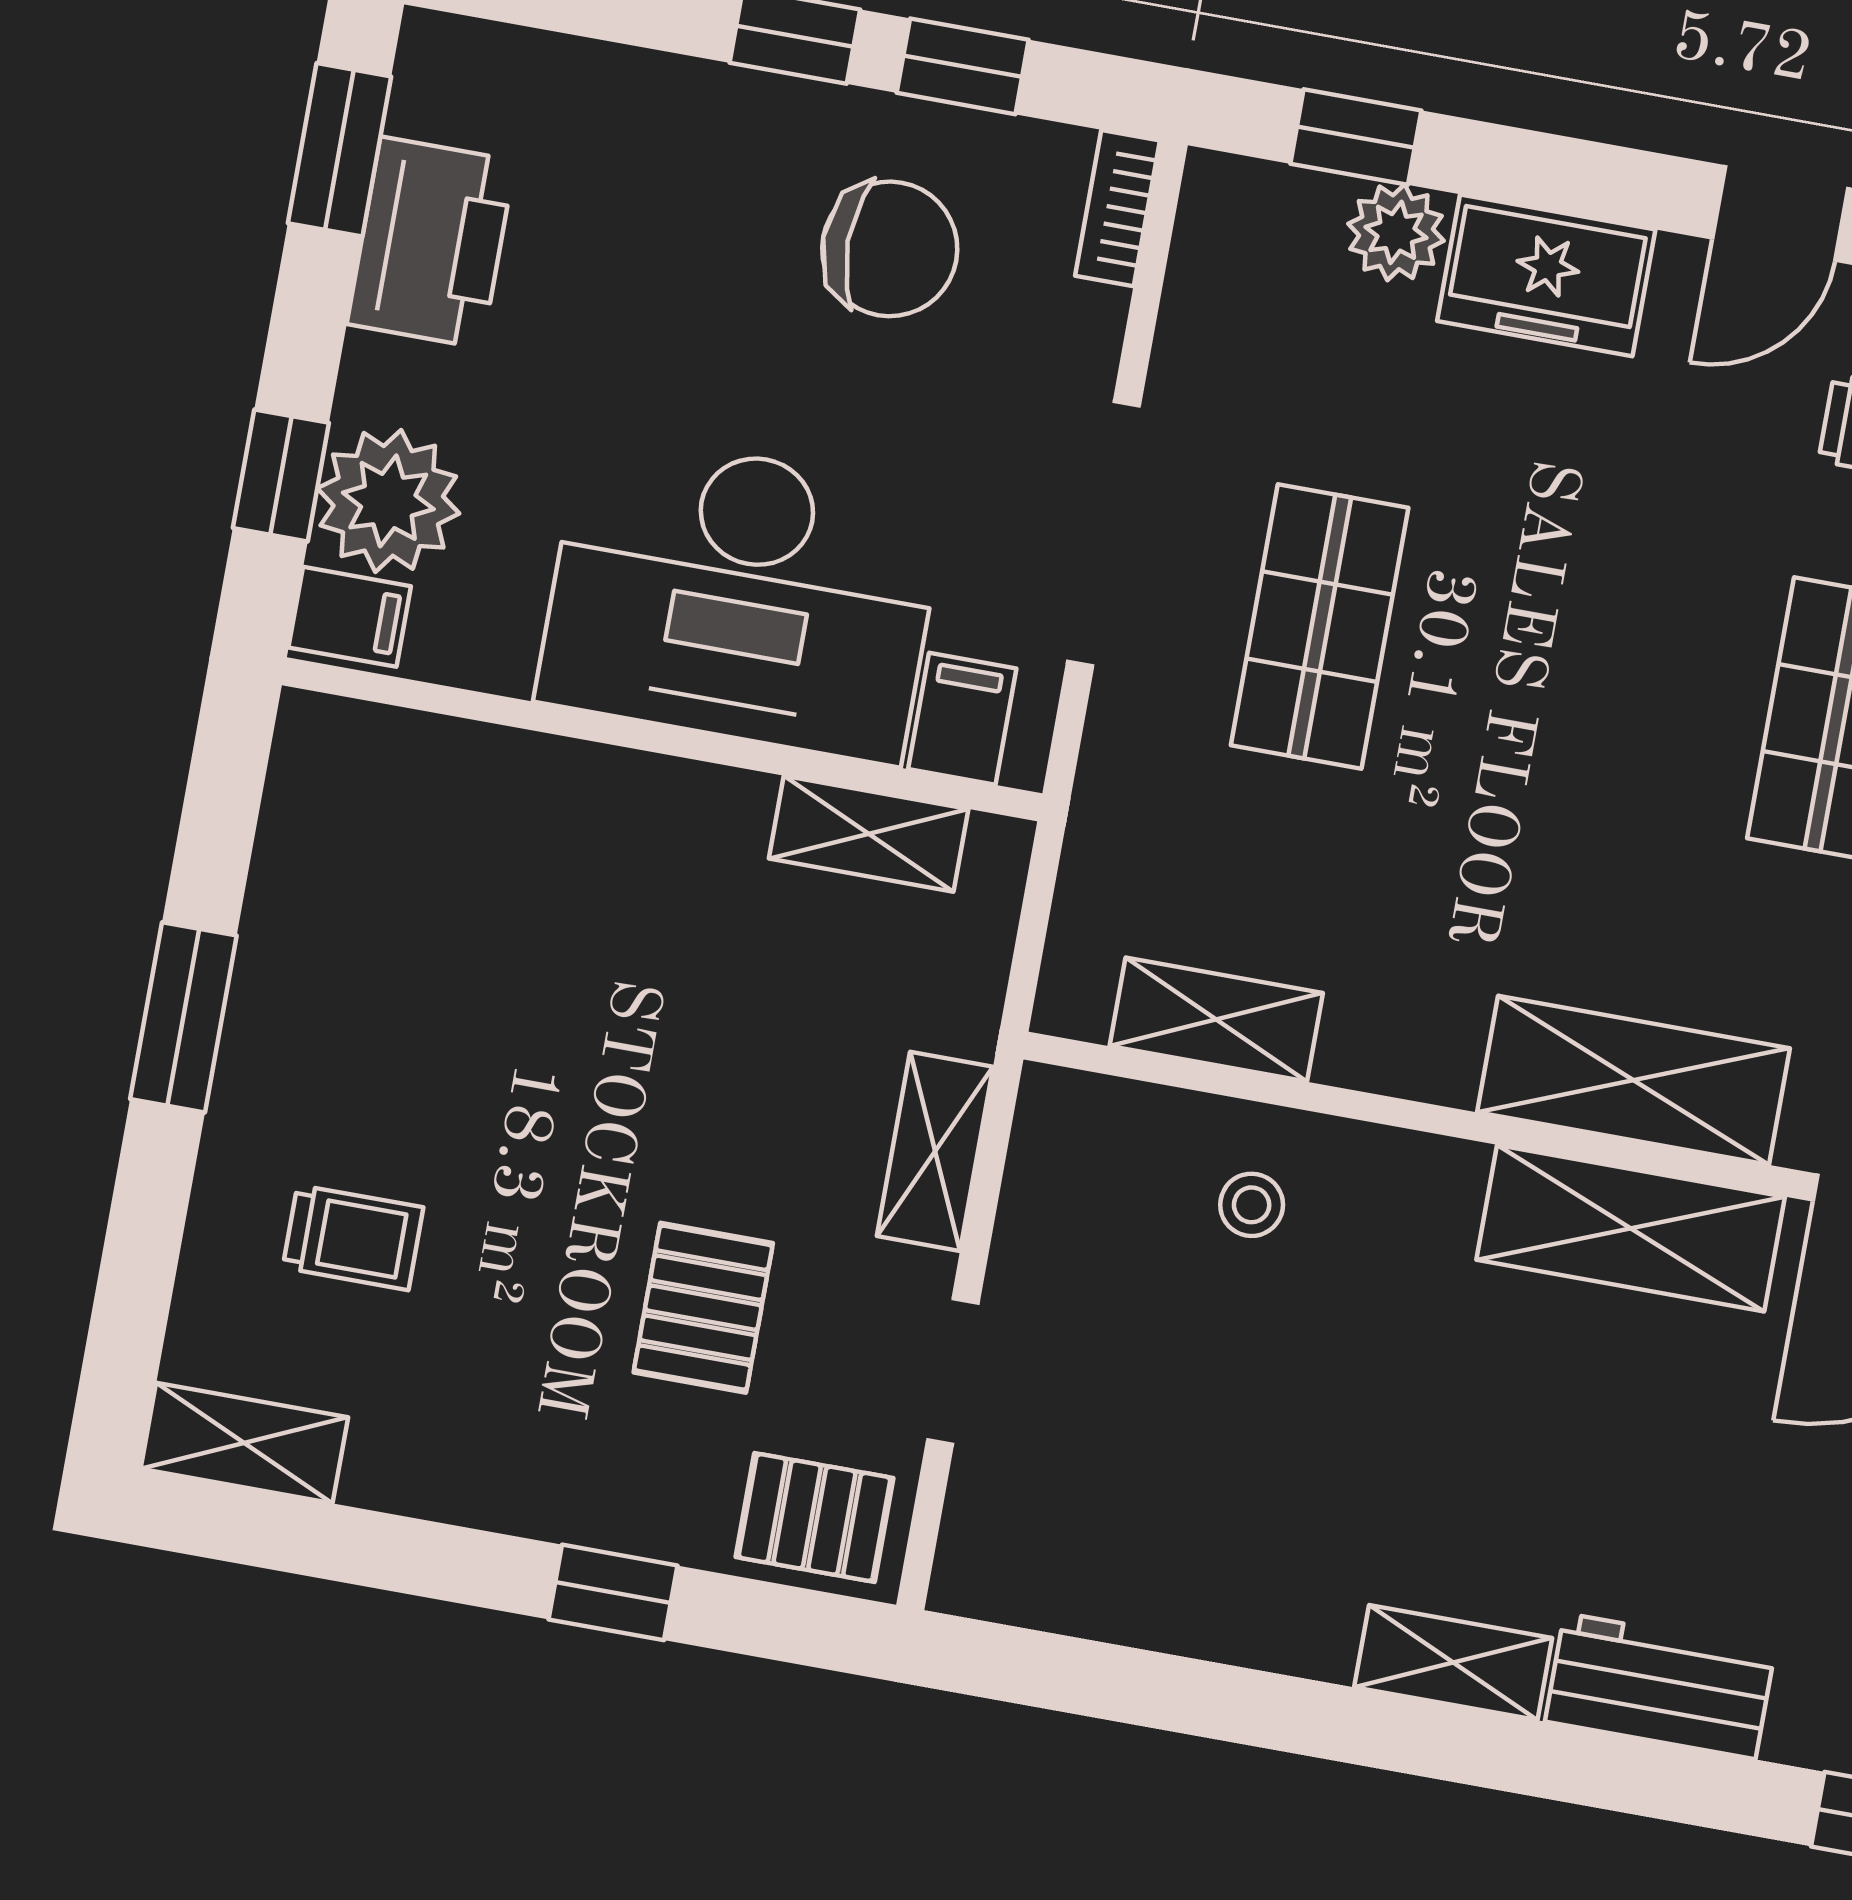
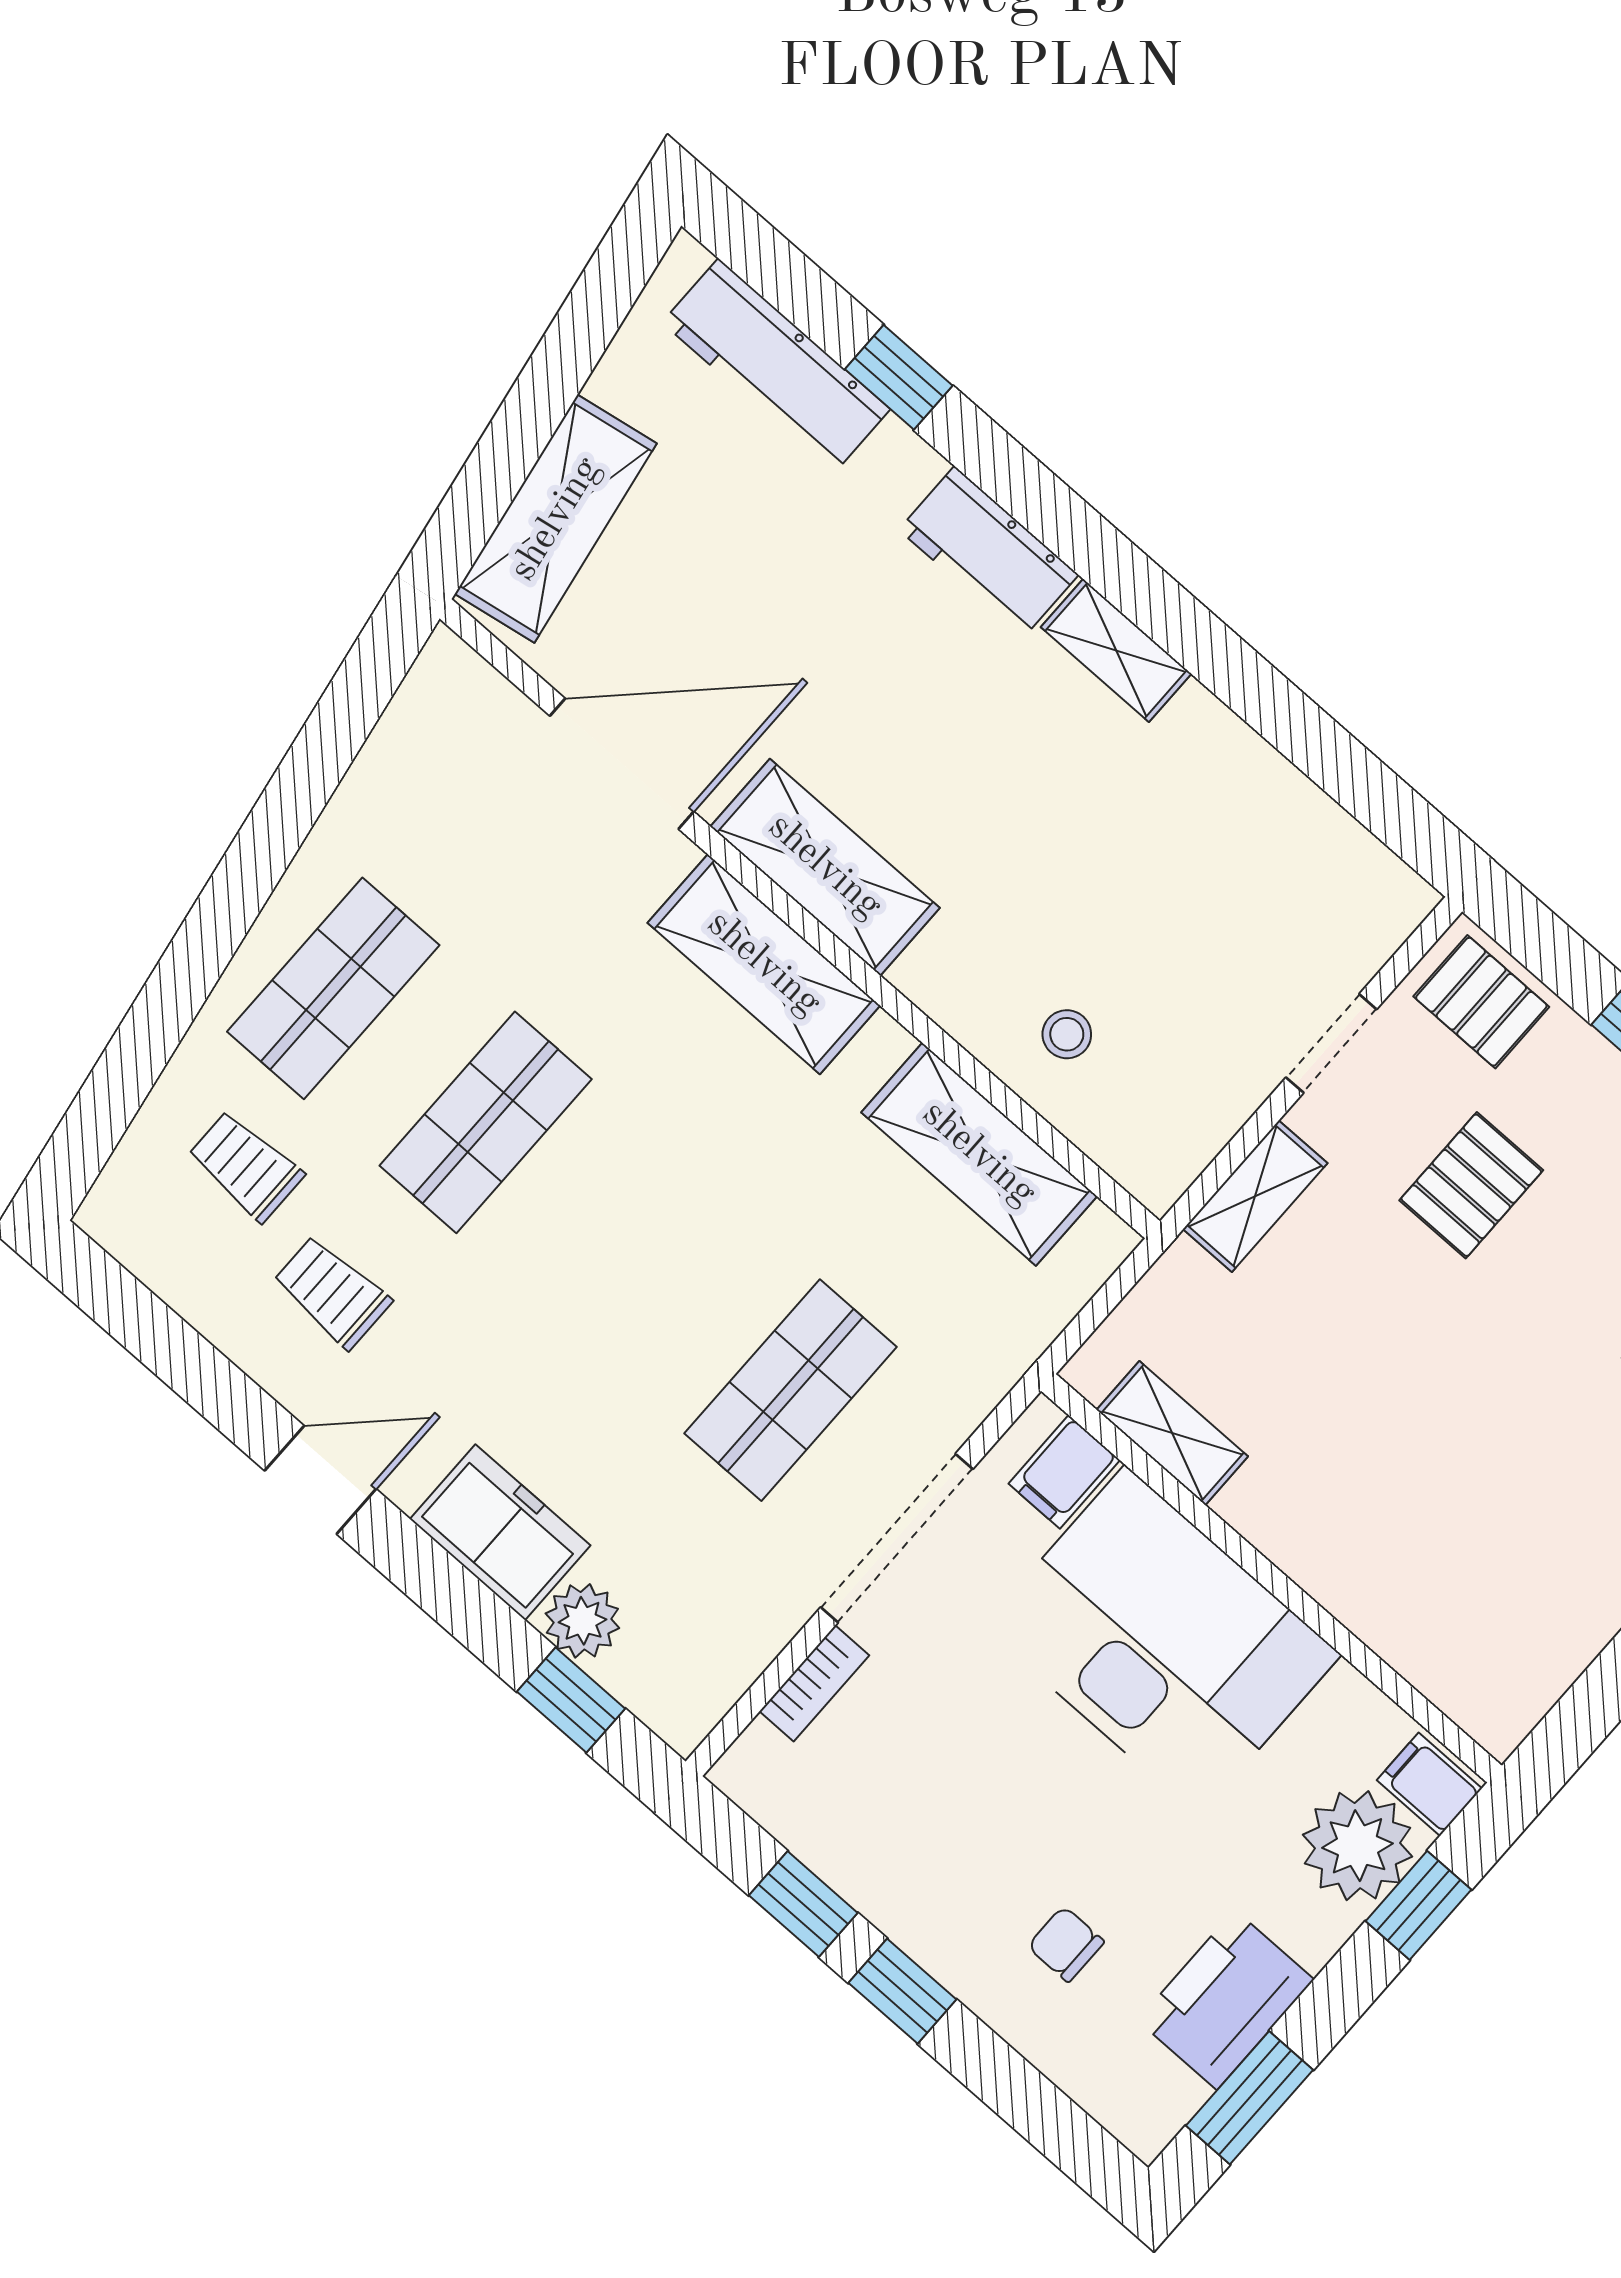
bookcase: (1117, 208) -> (814, 1683), moved
chair: (890, 249) -> (1066, 1944), moved, width x0.54, depth x0.54
shelving: (1216, 1020) -> (979, 1154), width x1.50, depth x1.33

